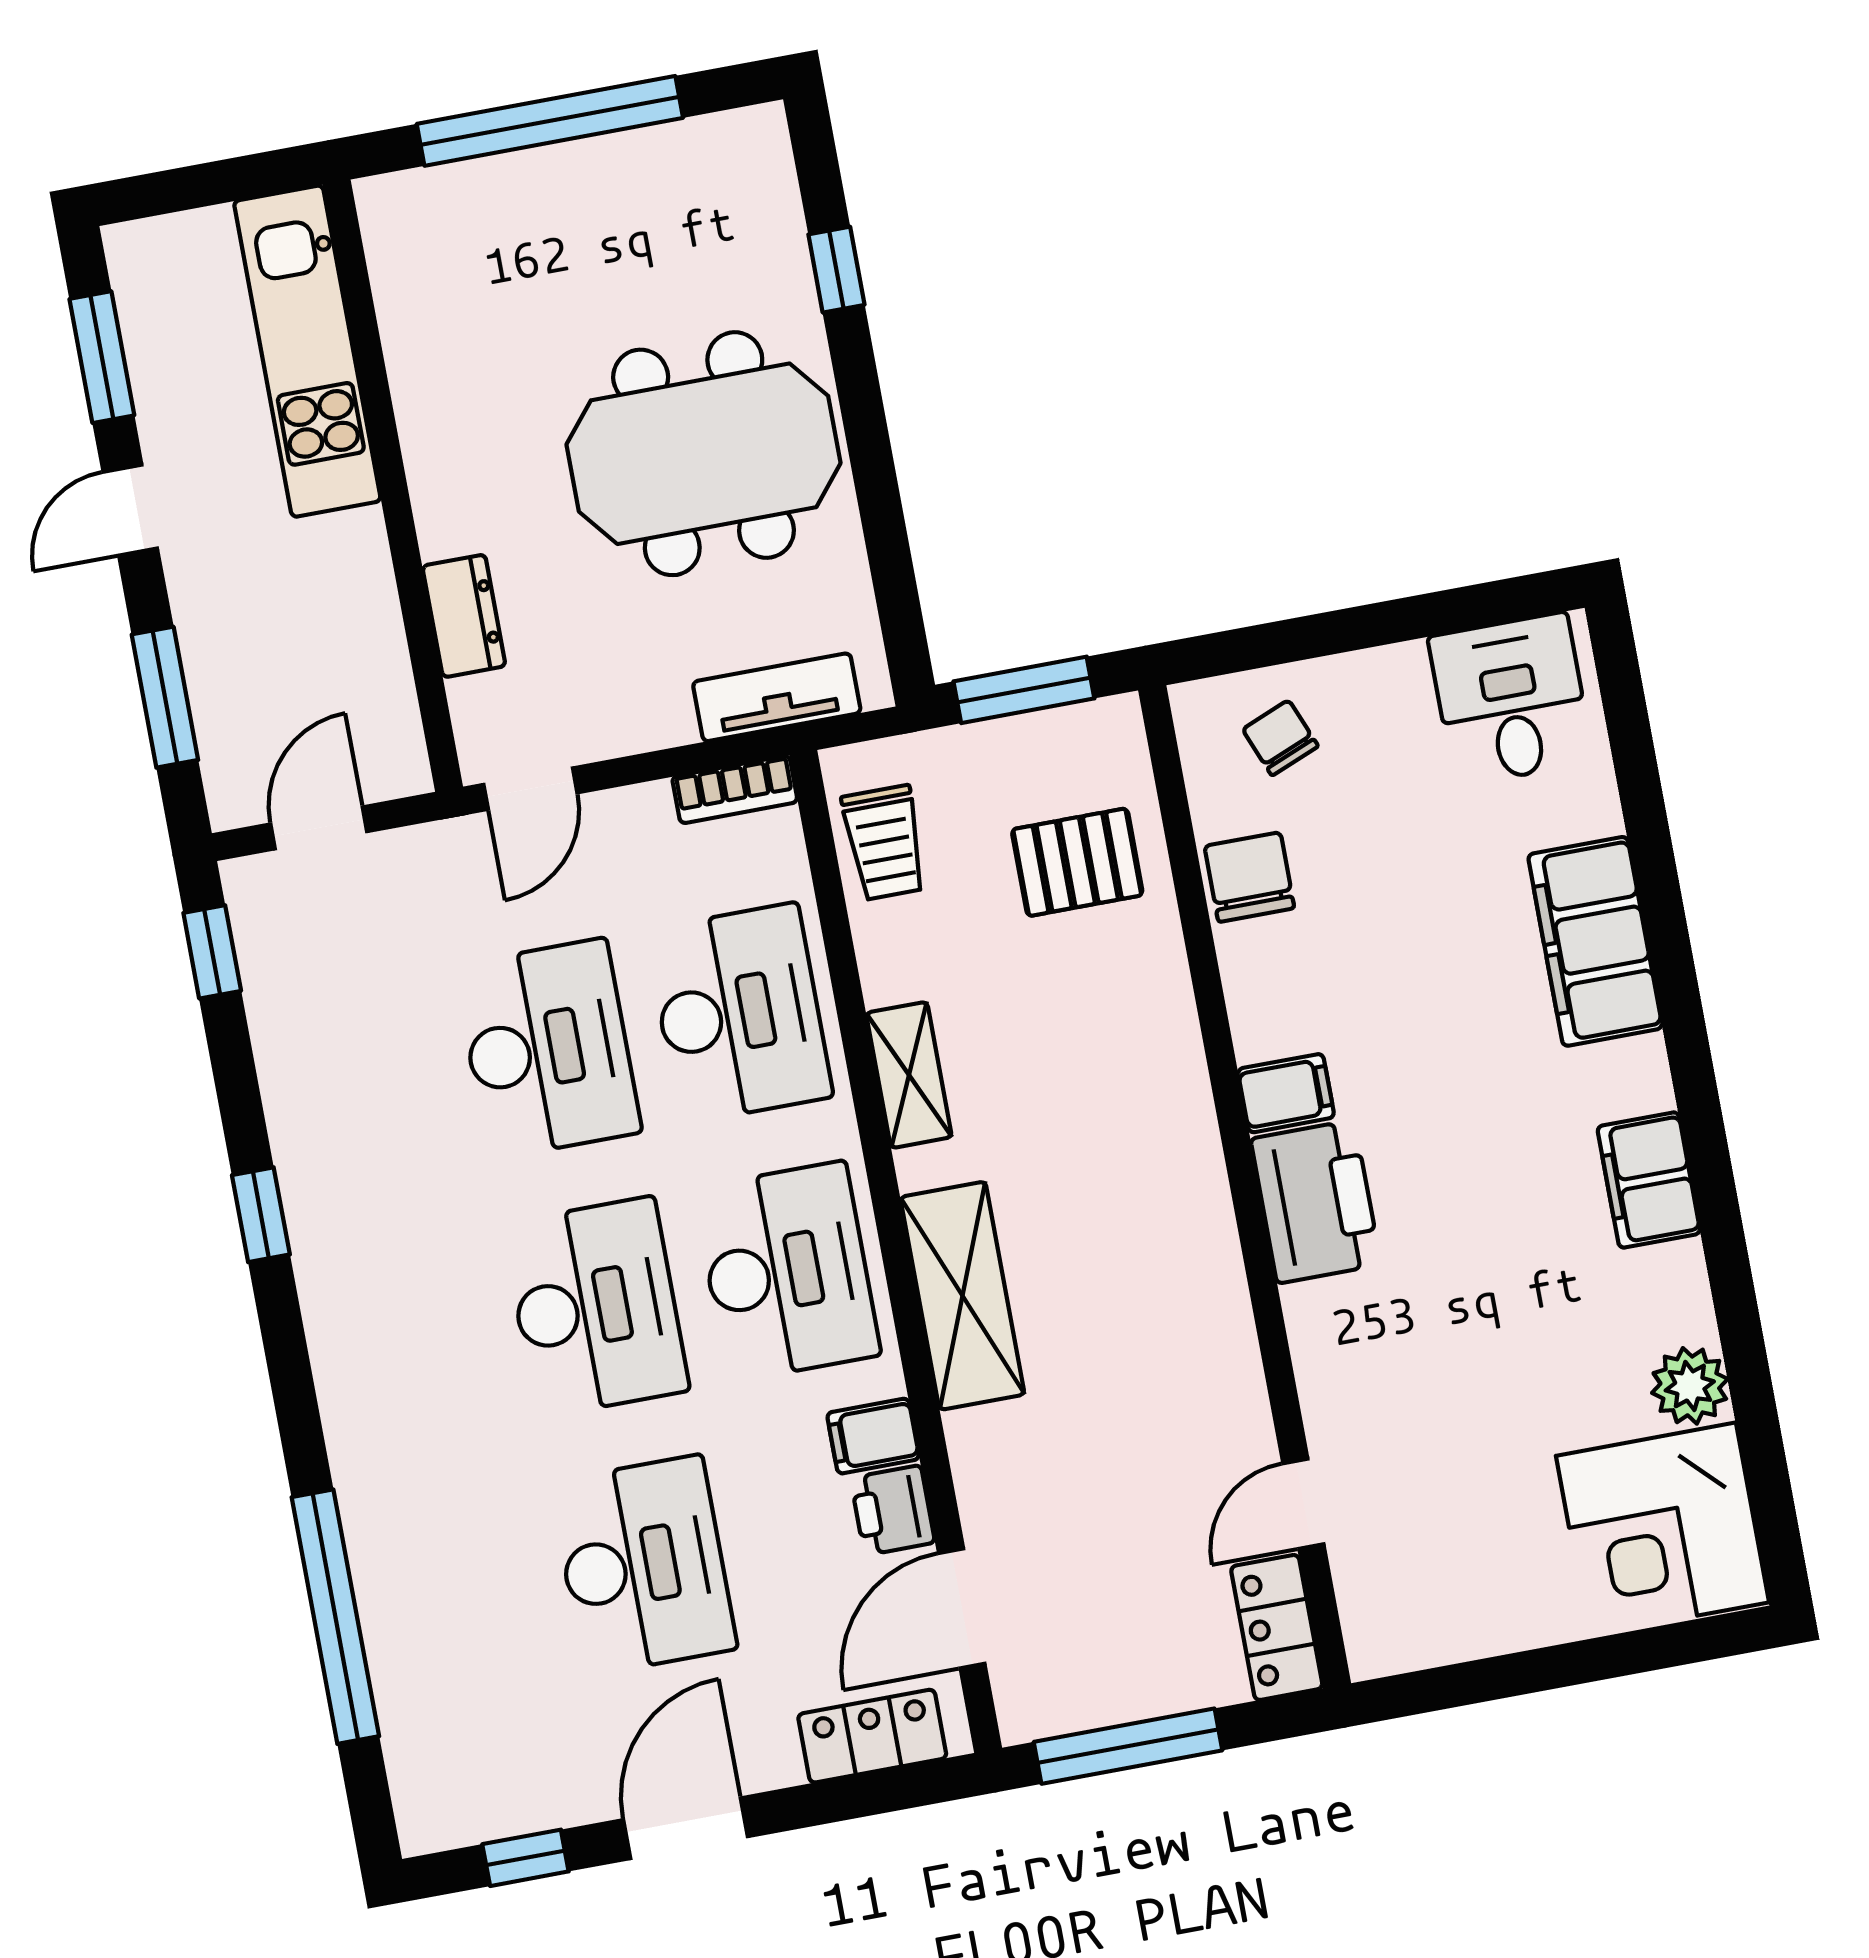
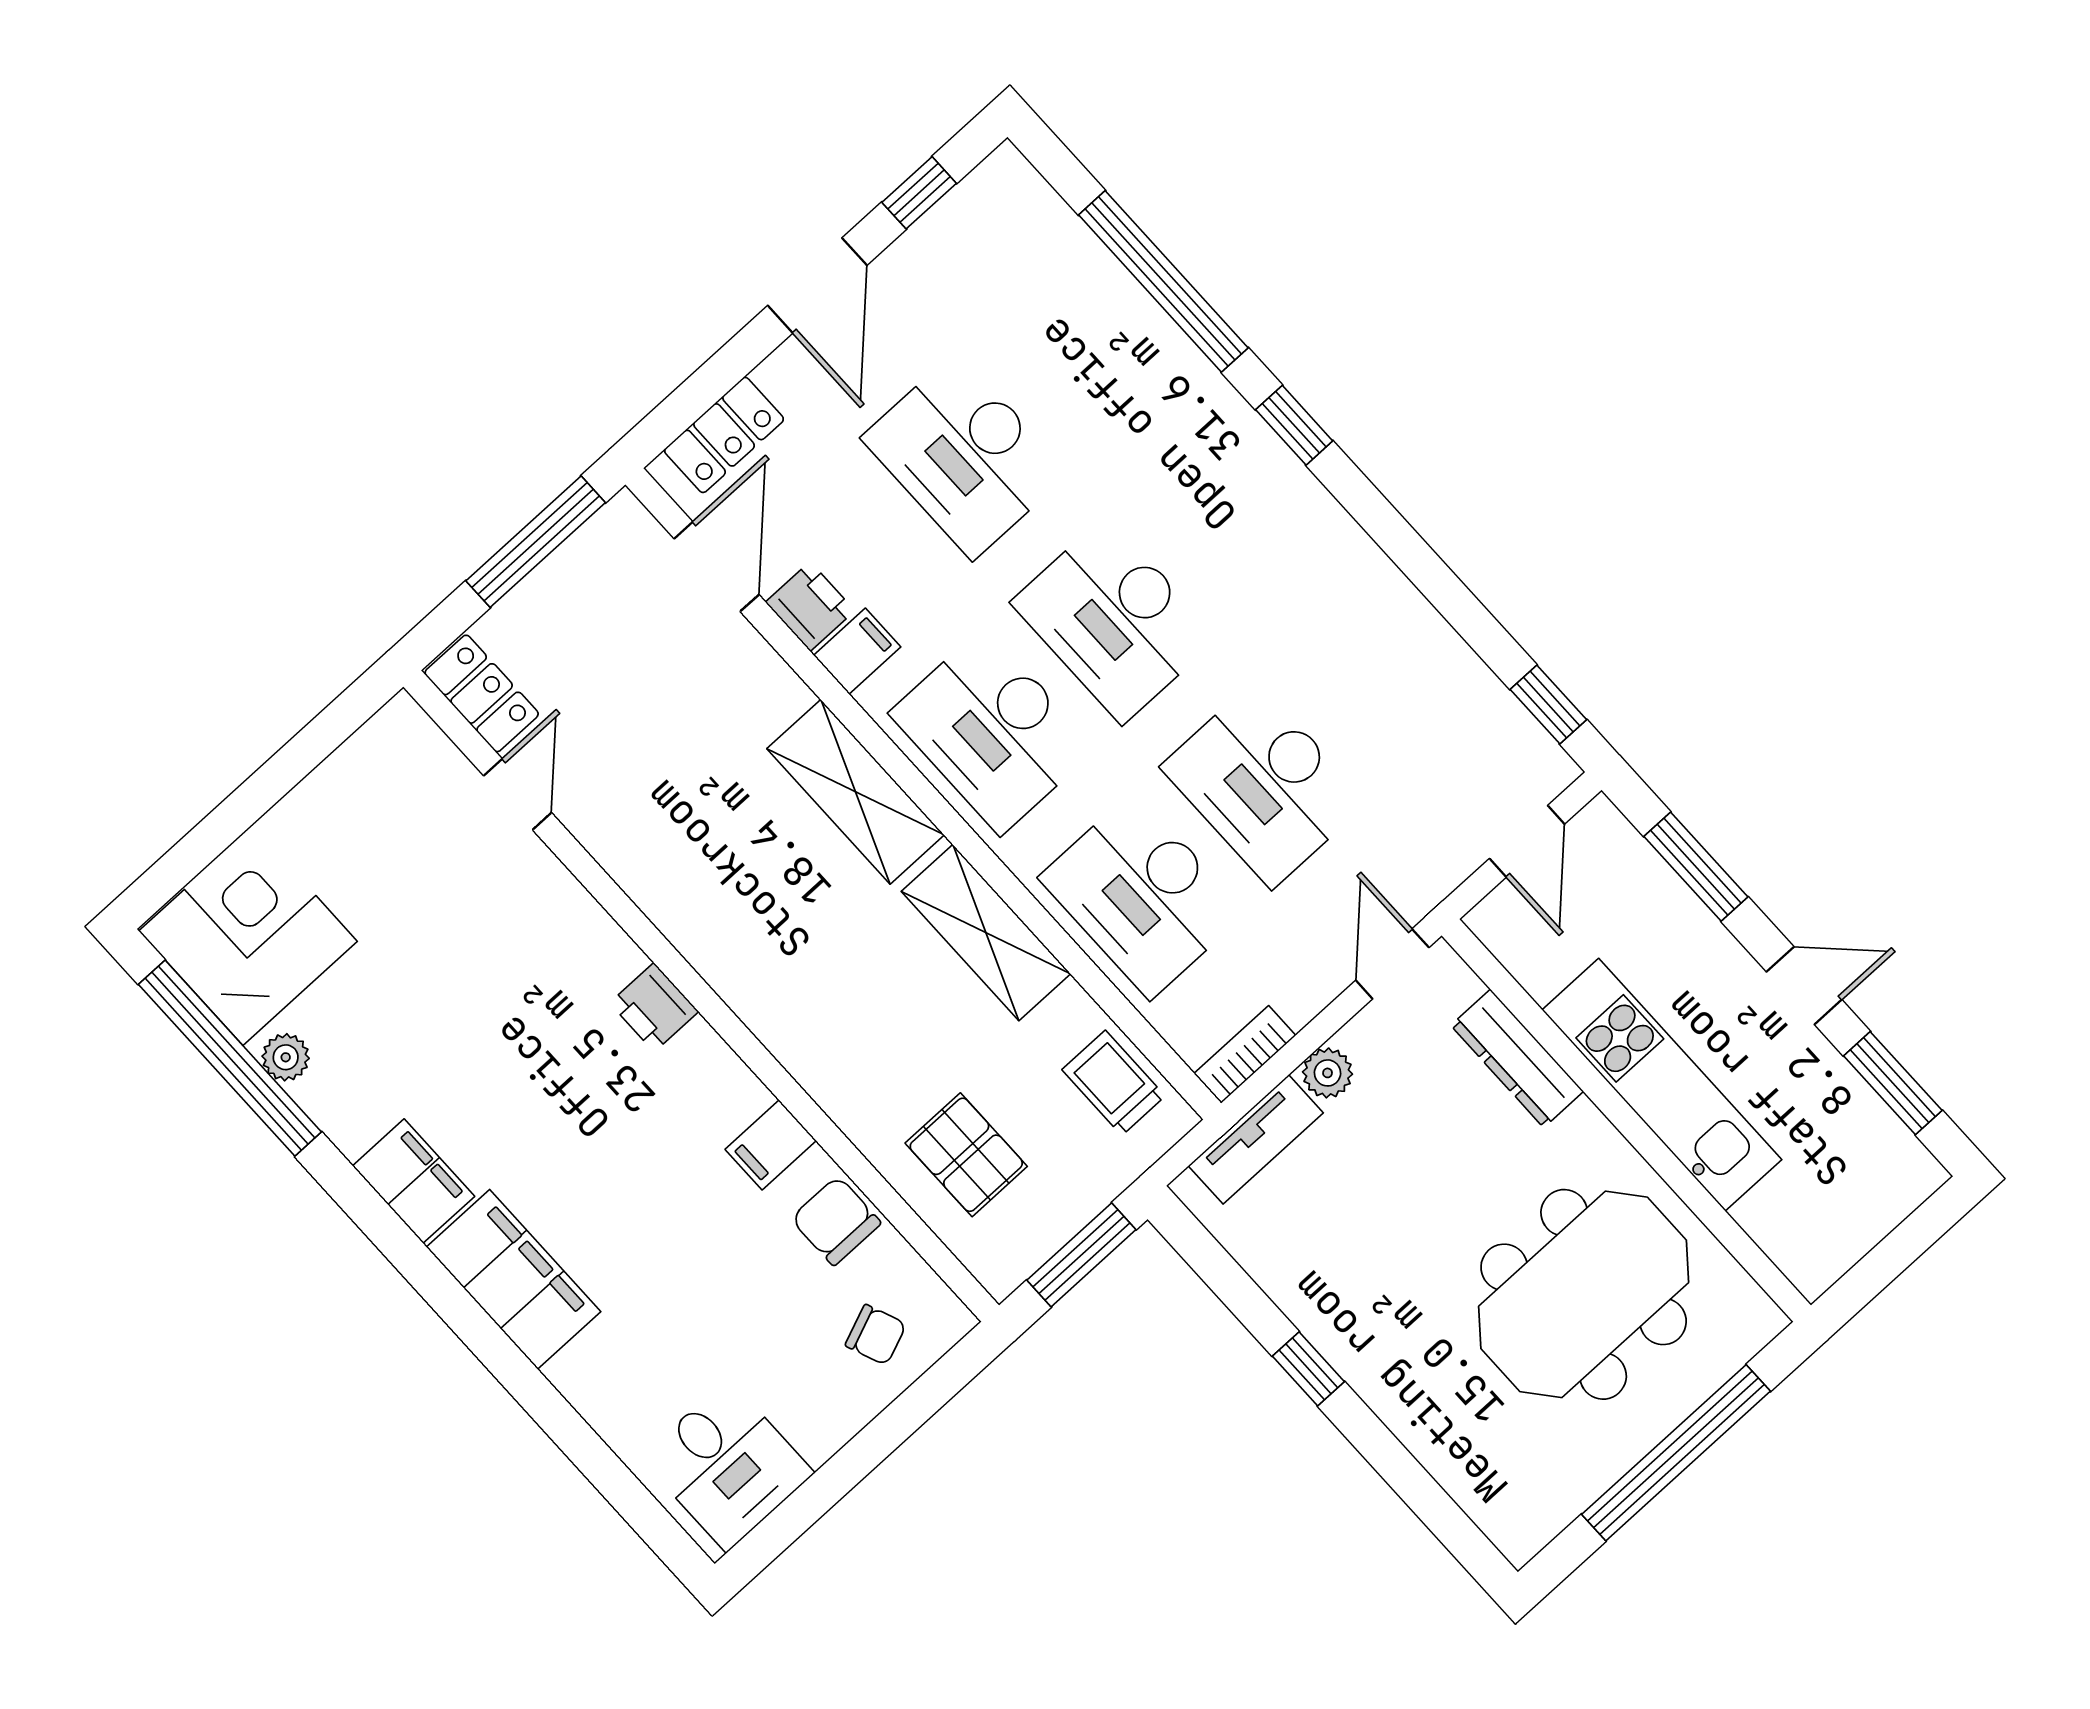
window: (836, 270) -> (1308, 1369), moved
kitchen unit: (307, 351) -> (1662, 1085), moved
meeting table: (704, 454) -> (1584, 1294), moved
door: (130, 510) -> (1804, 986), hinge flipped
dresser: (464, 616) -> (1517, 1058), width x1.44
plant: (663, 719) -> (1327, 1073), added
pallet: (1077, 862) -> (966, 1155), turned 90
chair: (1249, 877) -> (836, 1221), turned 180
filing cabinet: (1595, 941) -> (514, 1279), moved
shelving: (909, 1075) -> (986, 933), width x1.50, depth x1.33
filing cabinet: (1286, 1093) -> (771, 1145), moved
printer: (1316, 1202) -> (654, 1007), width x0.53, depth x0.68
window: (261, 1215) -> (1294, 425), moved
plant: (1690, 1386) -> (286, 1057), width x0.73, depth x0.73
window: (1757, 1418) -> (230, 1058), added

